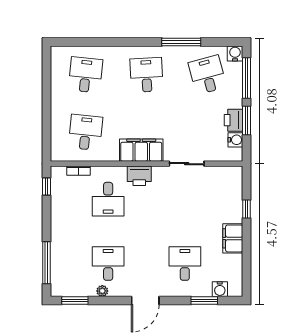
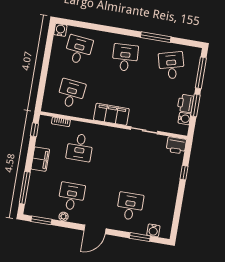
water cooler: (235, 54) -> (60, 30), moved
printer: (139, 176) -> (176, 145), moved
filing cabinet: (233, 238) -> (40, 159), moved, turned 180

